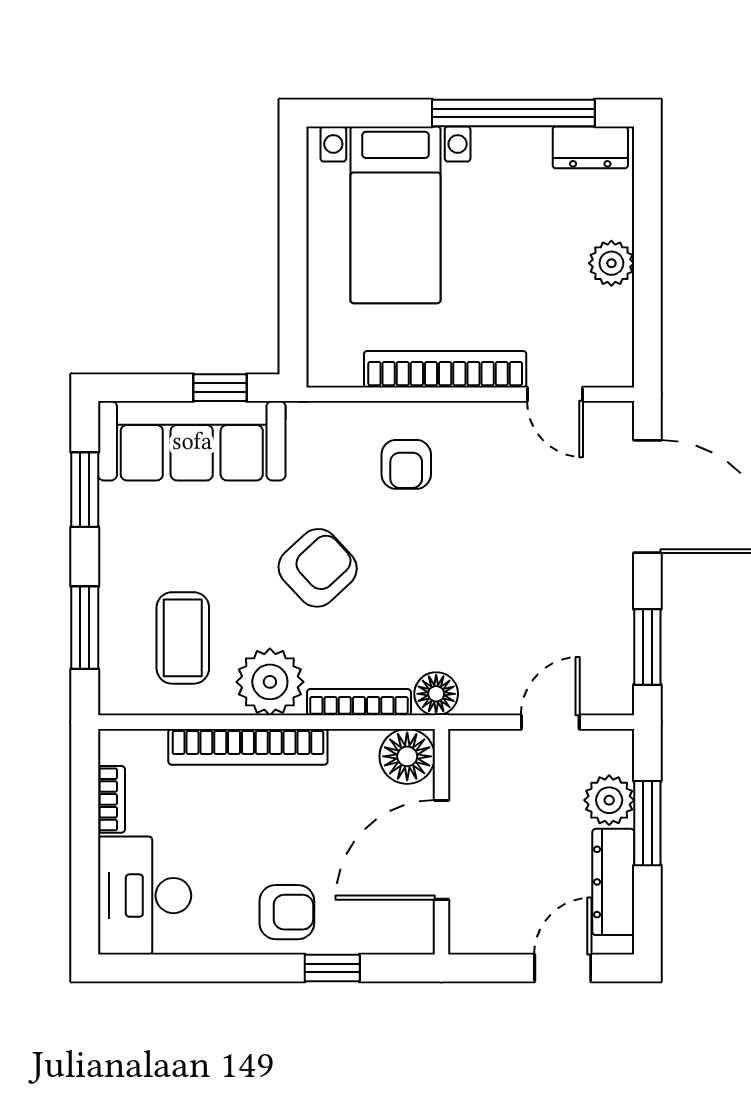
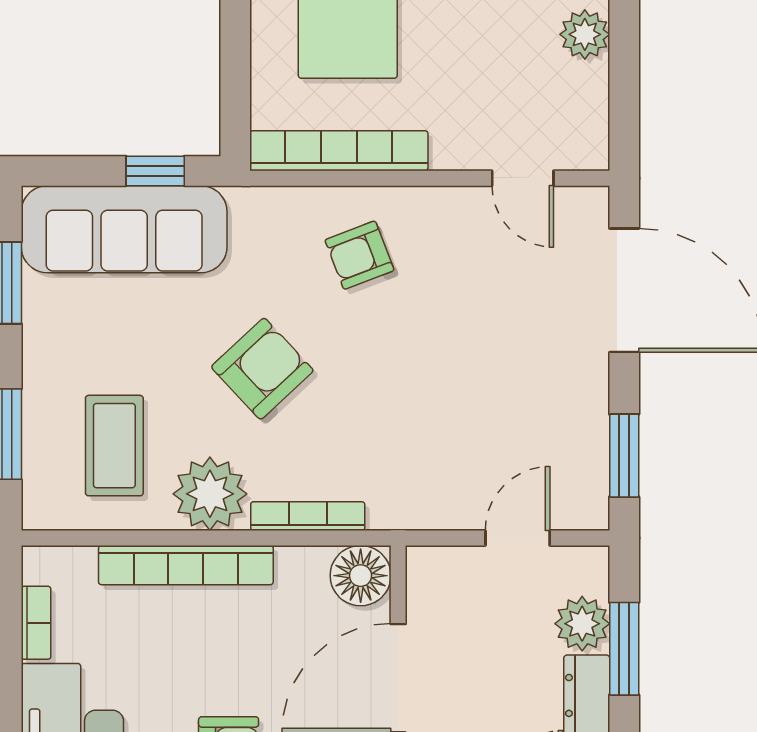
bookcase: (445, 369) -> (339, 151), moved
armchair: (406, 464) -> (360, 255), turned 69
floor lamp: (436, 694) -> (392, 507), removed

